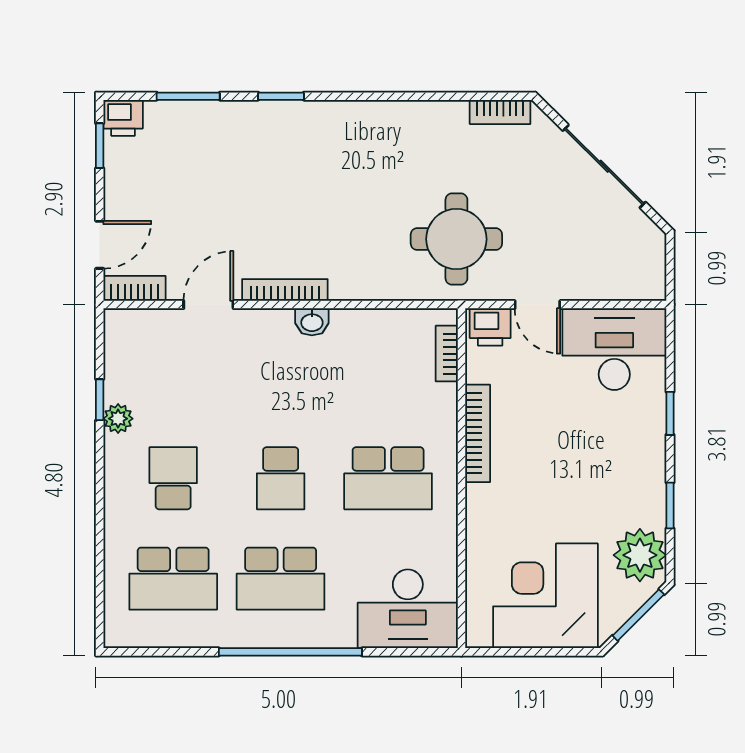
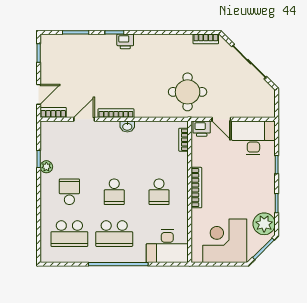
printer: (123, 118) -> (125, 41), moved
bookcase: (478, 433) -> (196, 188), moved
school desk: (388, 478) -> (159, 192), width x0.54

